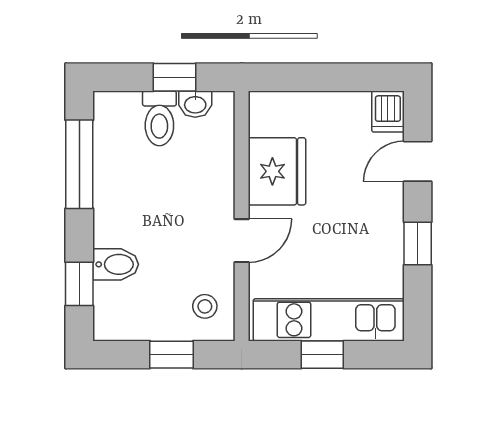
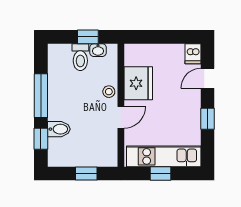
window: (79, 164) -> (41, 96), moved
stool: (205, 306) -> (109, 92), moved

